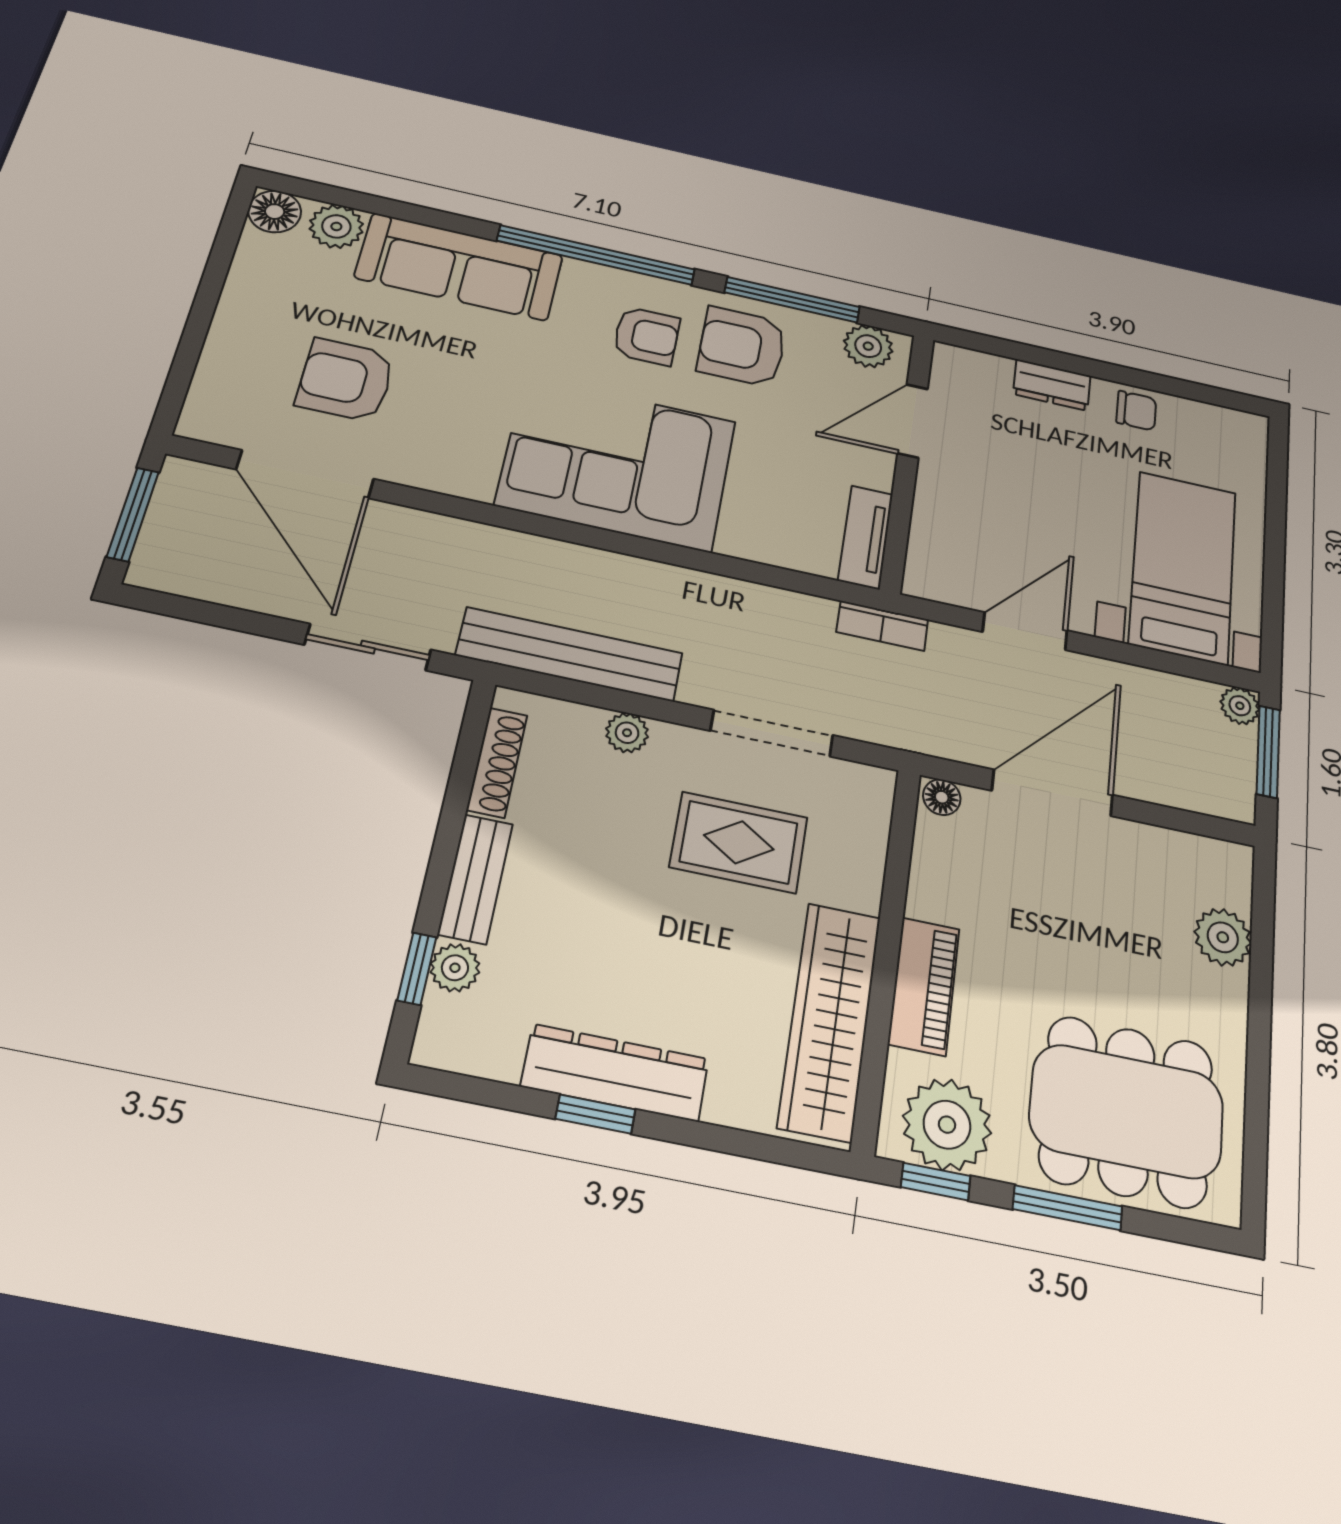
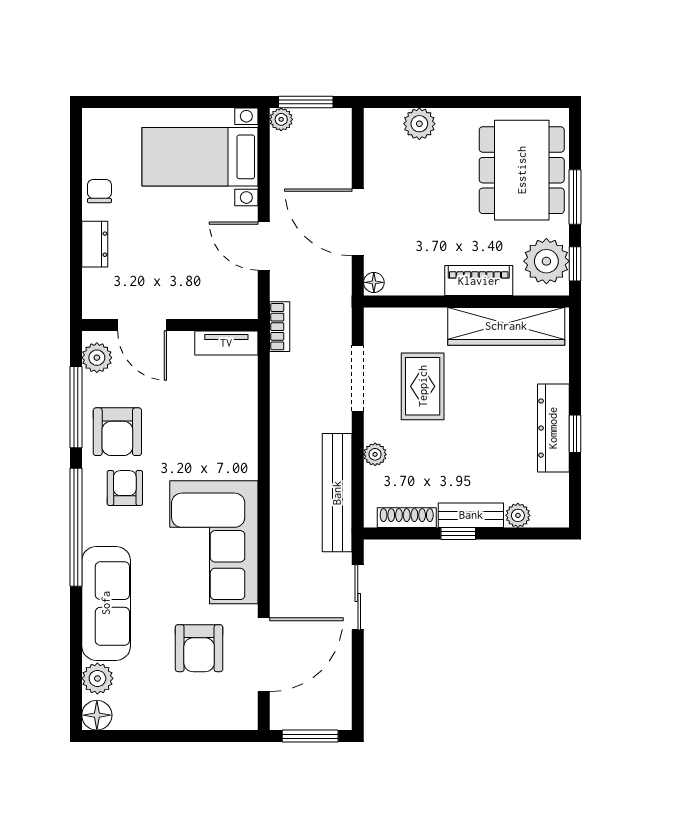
corner sofa: (617, 463) -> (214, 542), moved
window: (417, 969) -> (458, 534), moved

